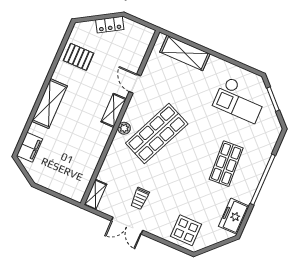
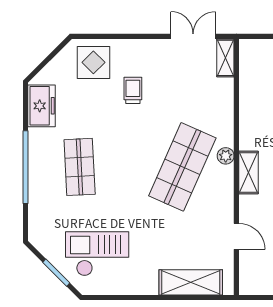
door: (135, 84) -> (236, 236), moved
trolley: (140, 199) -> (133, 90), moved
double door: (127, 226) -> (193, 36), moved

